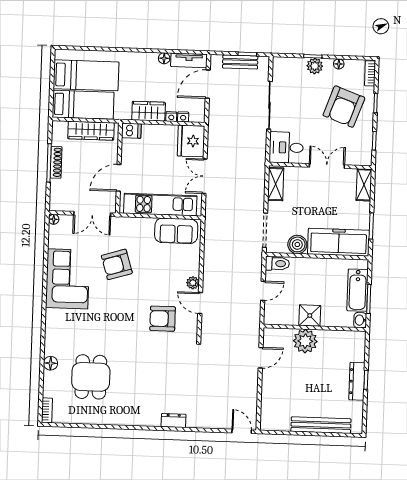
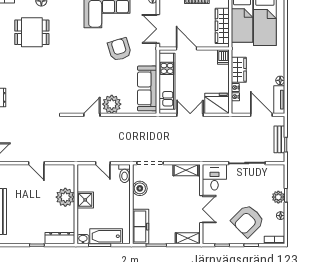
armchair: (344, 107) -> (248, 221), turned -65
sofa: (176, 231) -> (147, 88), width x1.36
freezer: (339, 242) -> (141, 227), width x0.73, depth x0.79
plant: (193, 283) -> (112, 104), width x1.88, depth x1.88
armchair: (163, 319) -> (79, 86), removed
door: (261, 358) -> (36, 163), moved
dresser: (357, 381) -> (60, 238), moved

